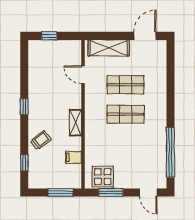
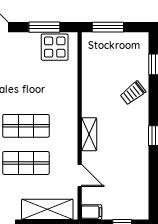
shelving: (75, 123) -> (89, 134), moved
filing cabinet: (73, 157) -> (92, 212), moved

